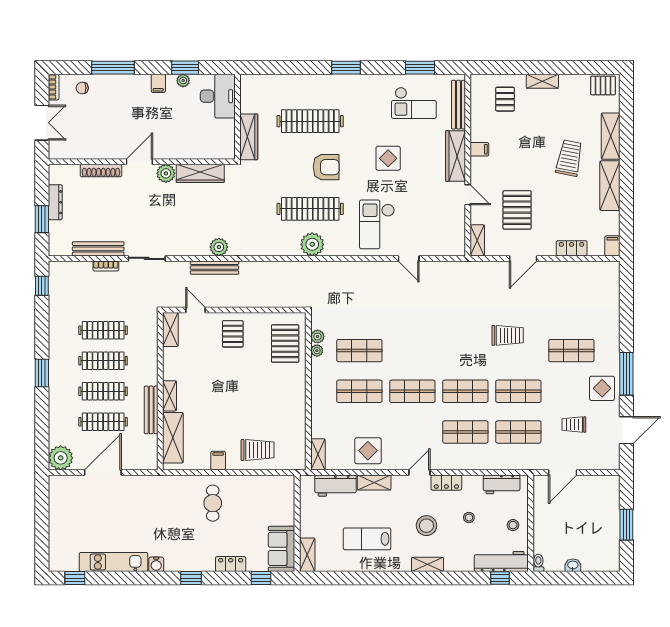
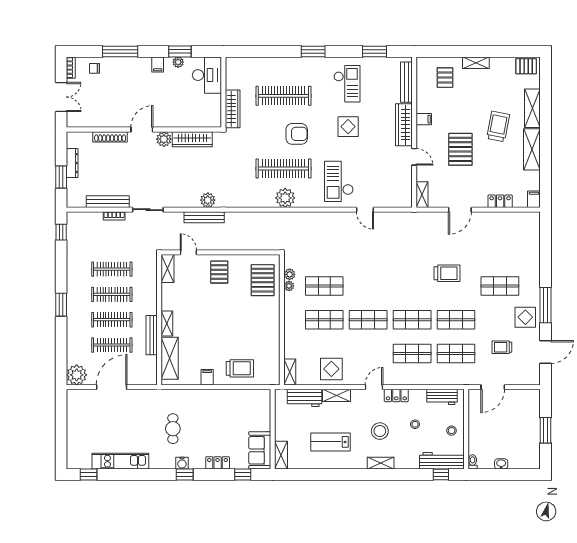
checkout: (414, 103) -> (347, 84), moved, turned -90
pallet: (517, 210) -> (460, 149), moved
cafe table: (213, 503) -> (173, 429), moved
water cooler: (156, 564) -> (182, 463), moved

